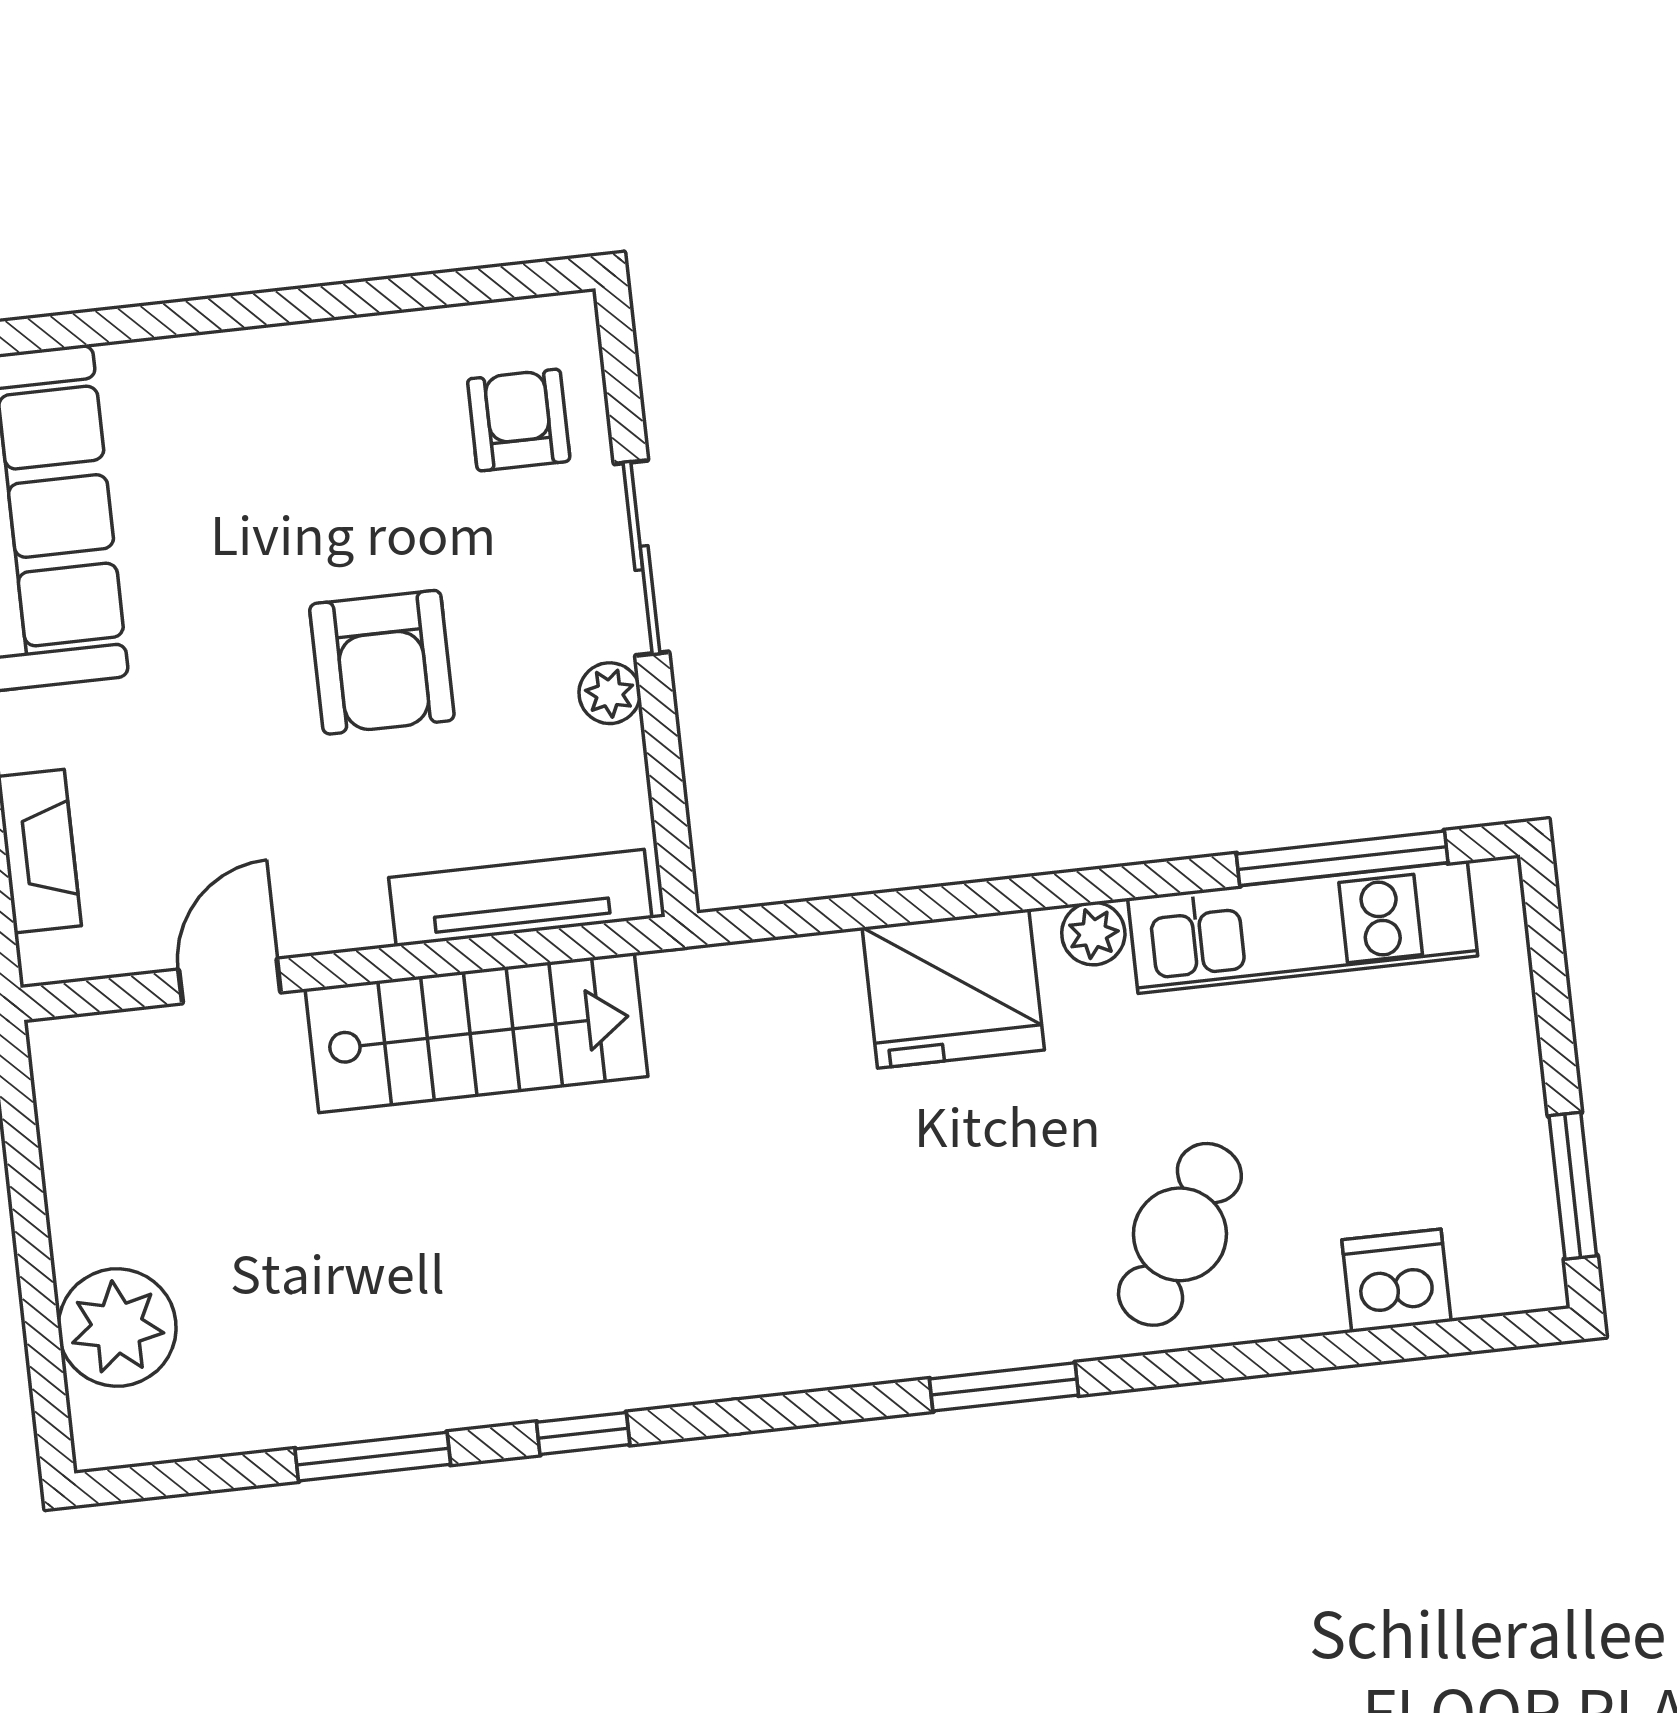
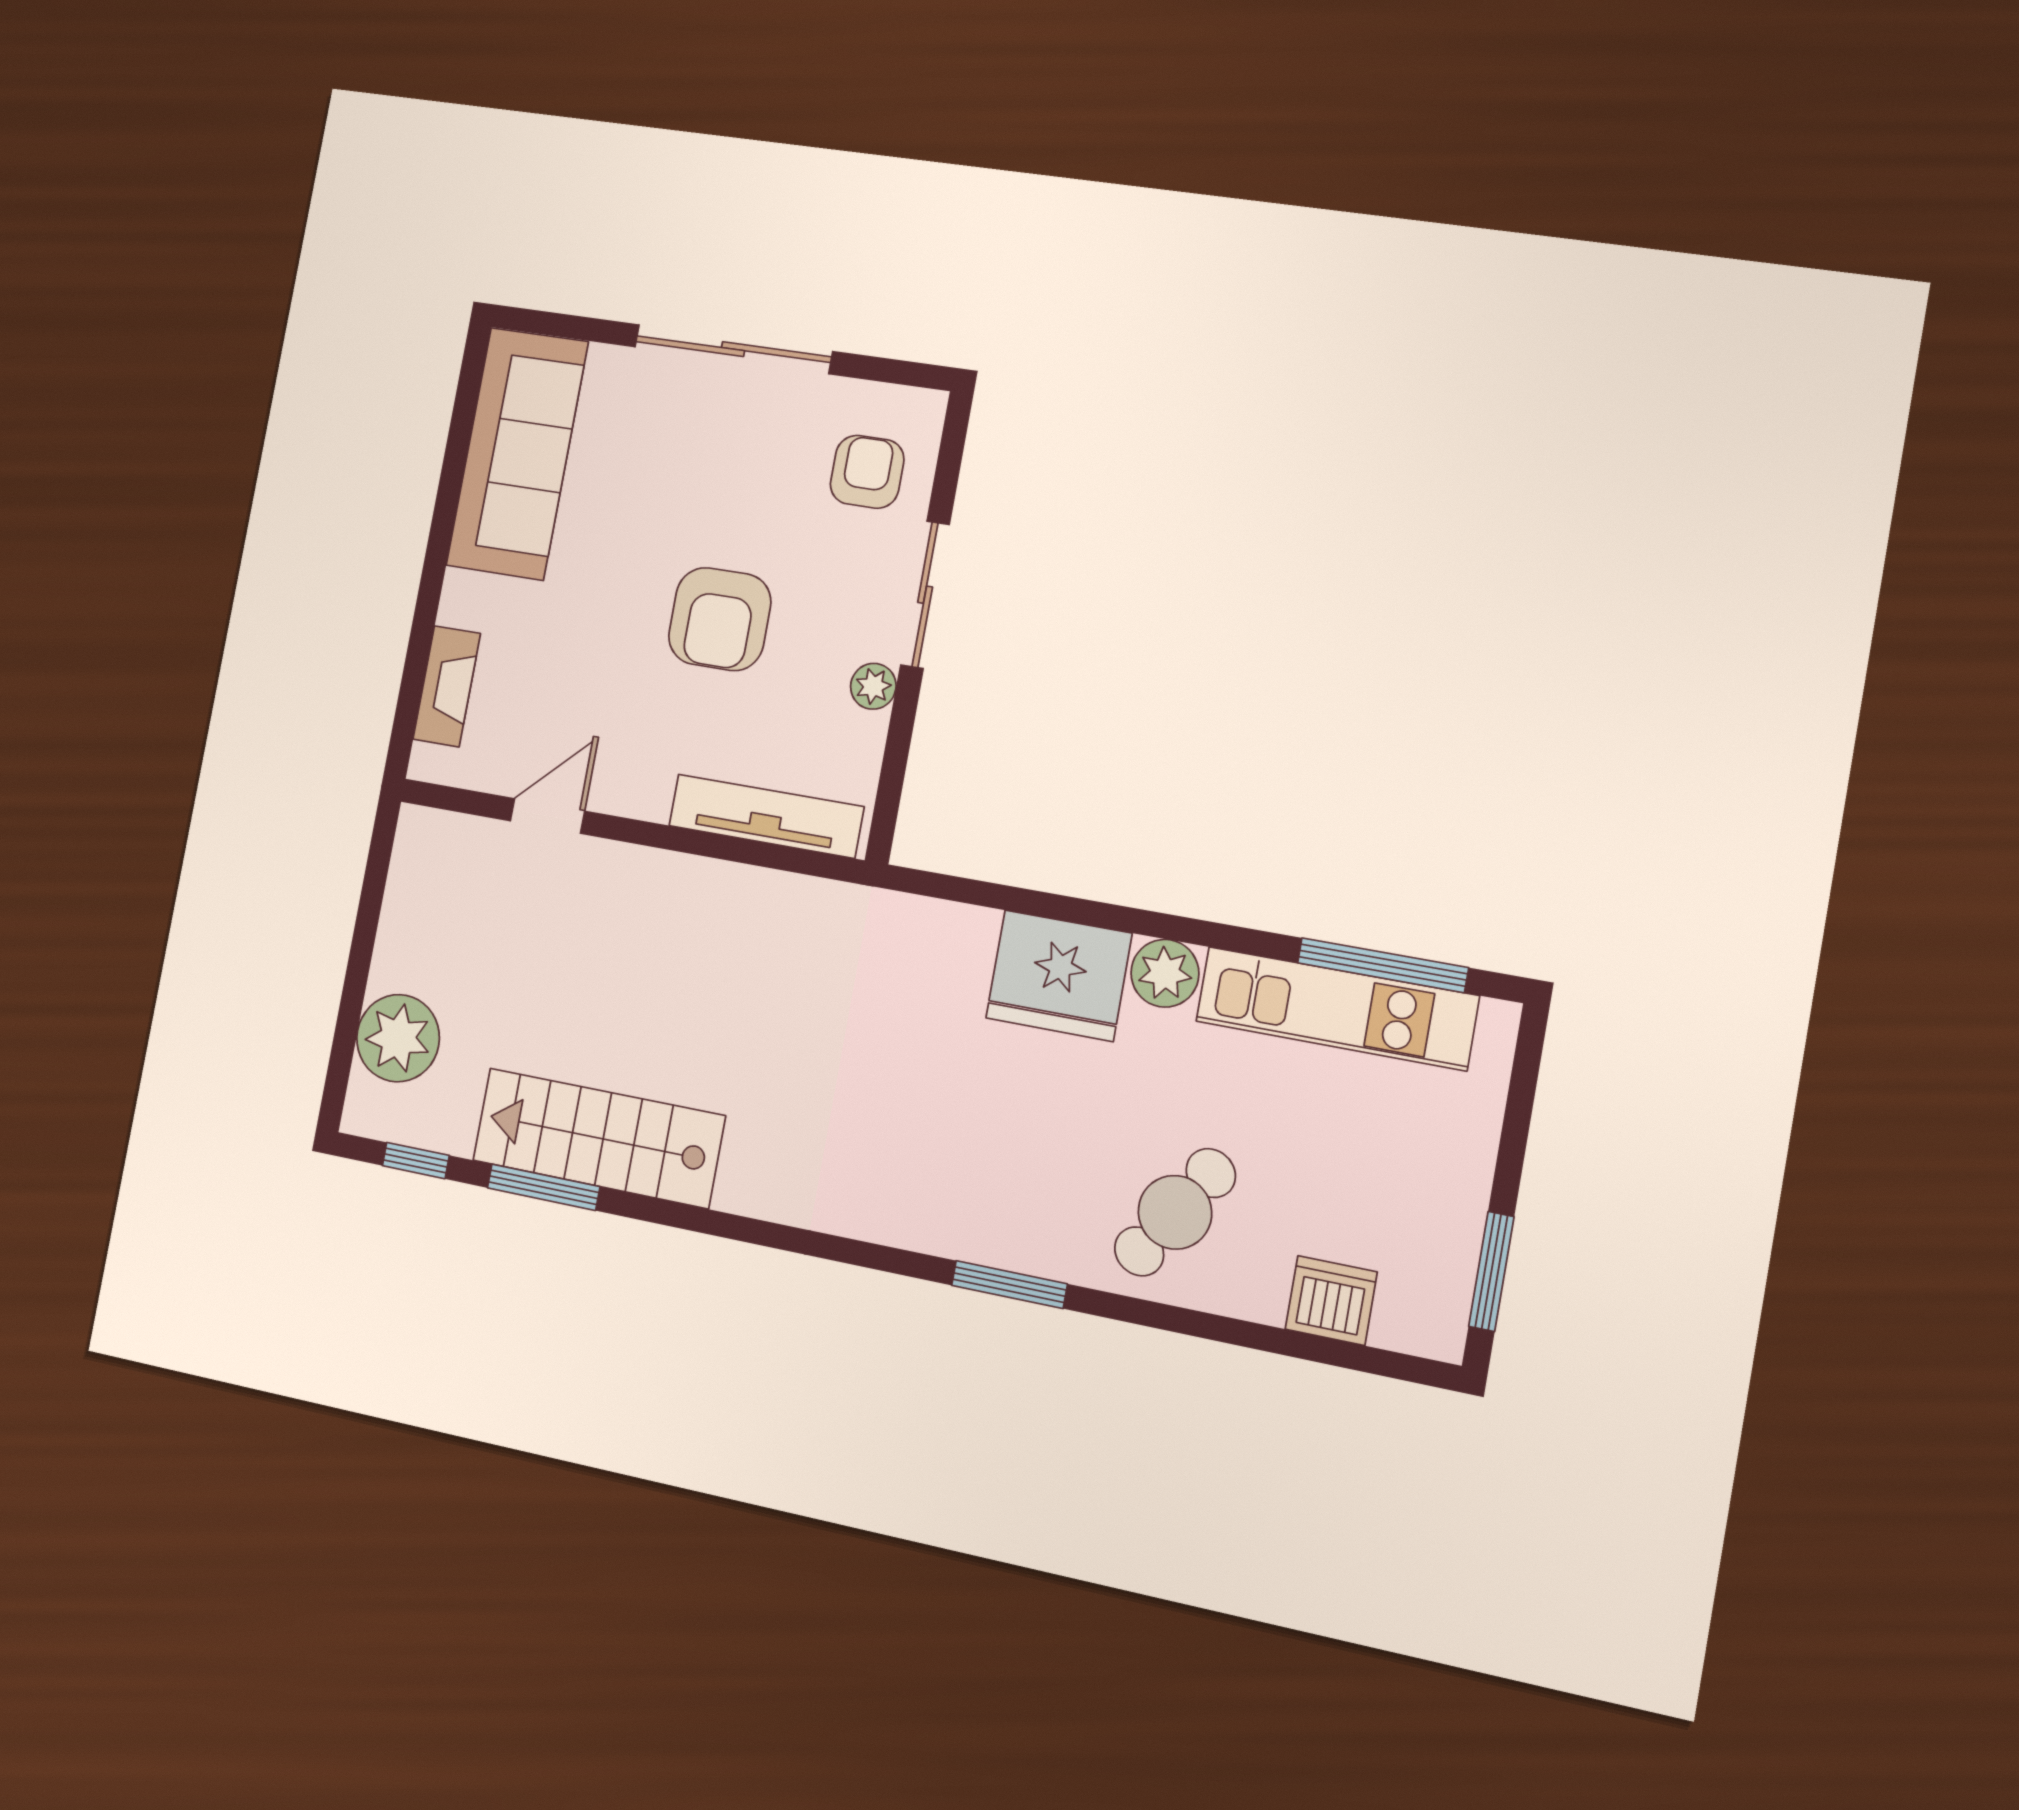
sliding door: (292, 306) -> (733, 349), added
plant: (1093, 934) -> (1165, 973), width x1.38, depth x1.38
stairs: (477, 1033) -> (598, 1138), moved, turned 180
window: (583, 1433) -> (416, 1161), moved

